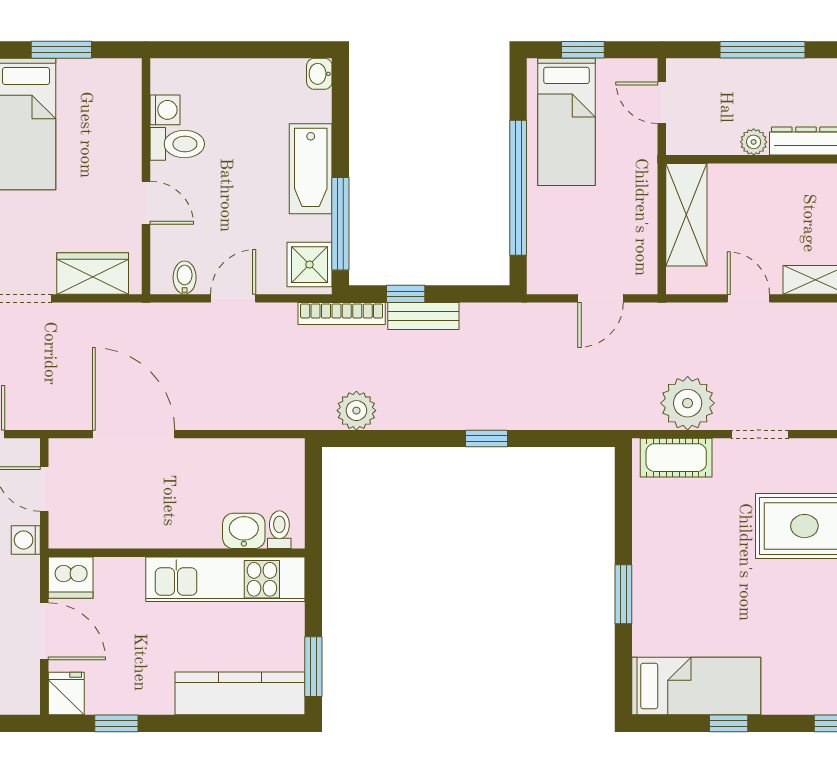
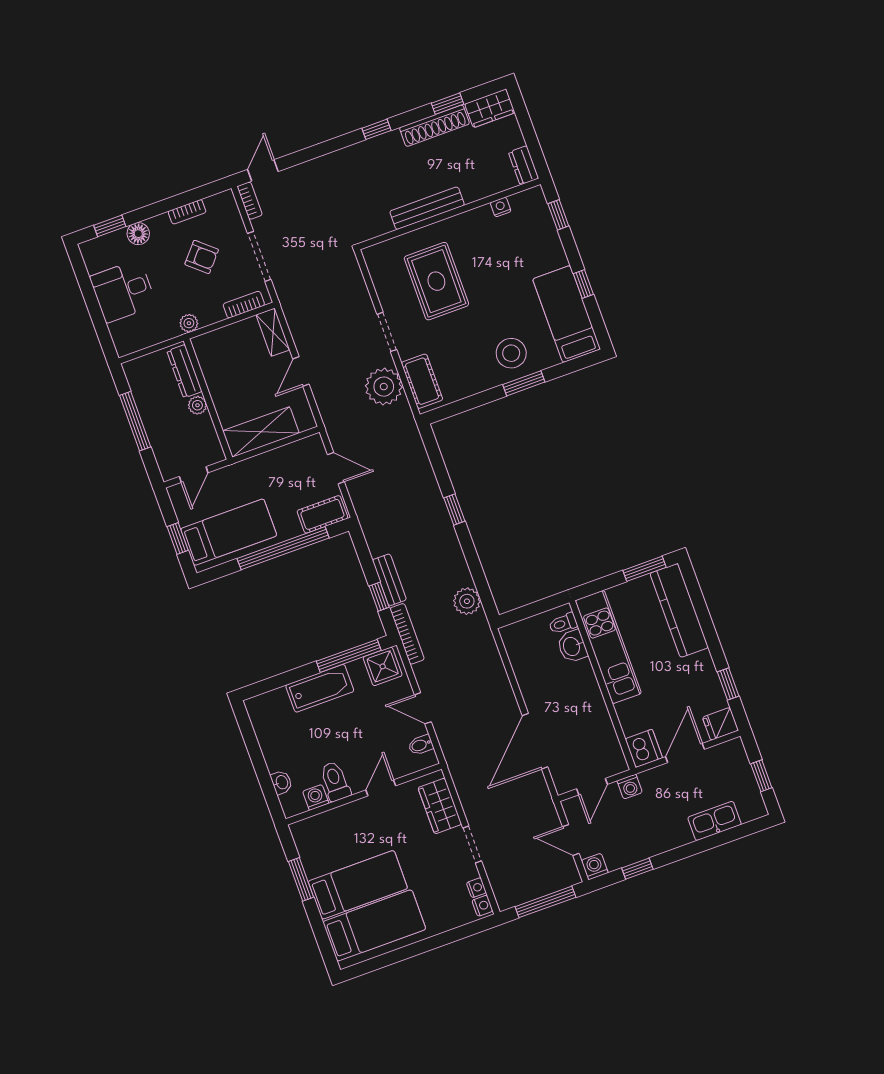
washbasin: (319, 74) -> (281, 782), moved, turned -90
cot: (545, 258) -> (322, 514), added
stool: (670, 592) -> (511, 353), added

